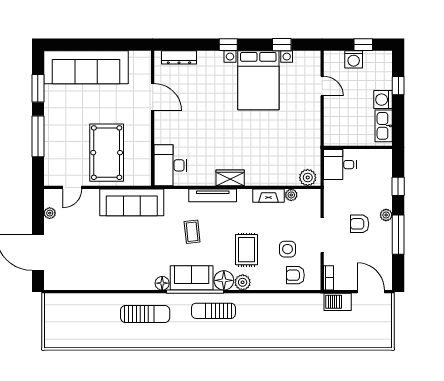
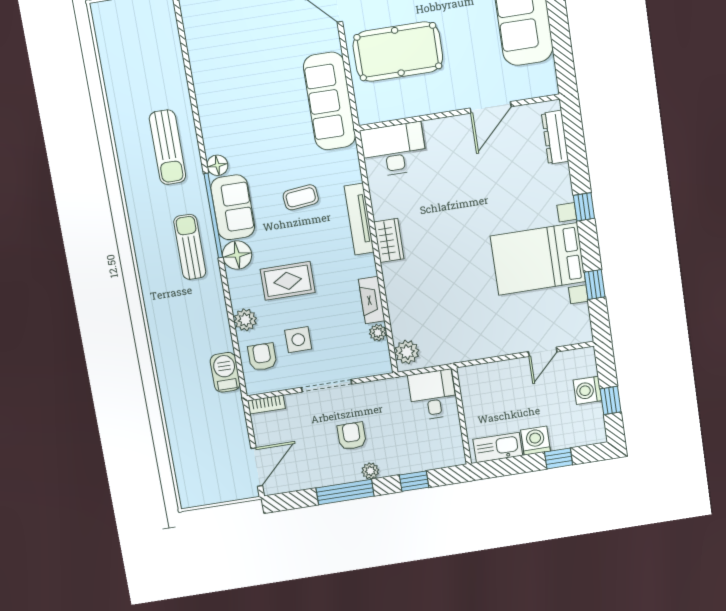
plant: (243, 282) -> (245, 320), moved
barbecue: (338, 302) -> (225, 372), moved

